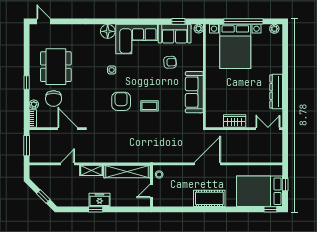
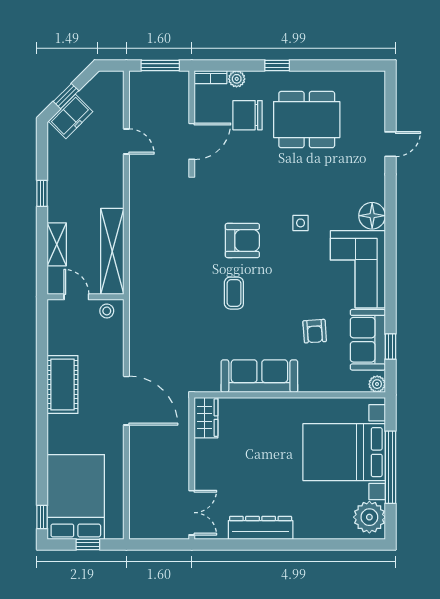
door: (44, 21) -> (390, 144), moved
plant: (274, 29) -> (369, 517), width x1.87, depth x1.87
wardrobe: (235, 121) -> (206, 418), moved
shelving: (91, 170) -> (57, 244), moved
cot: (209, 198) -> (63, 384), moved
freezer: (100, 200) -> (71, 116), moved, turned 45

